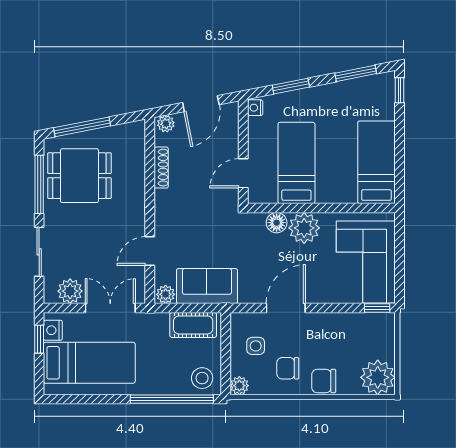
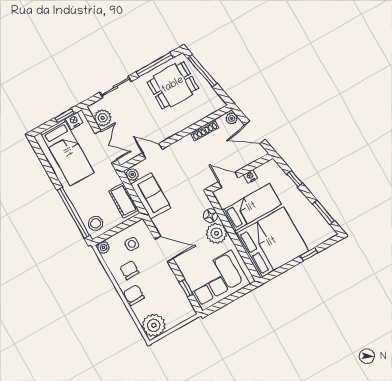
window: (291, 86) -> (295, 179), width x0.67
window: (399, 90) -> (309, 254), moved
nightstand: (255, 108) -> (250, 176), moved
bed: (376, 162) -> (272, 242), width x2.04
dining table: (79, 176) -> (173, 85), turned 90
window: (377, 308) -> (186, 288), moved

